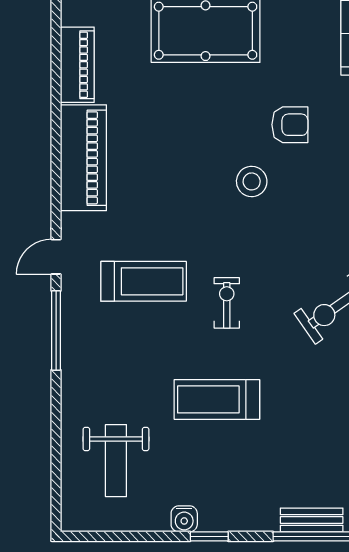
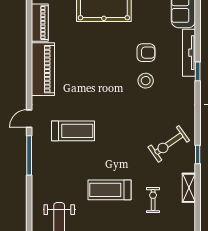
stool: (252, 181) -> (146, 81), moved
exercise bike: (227, 303) -> (153, 200), moved

